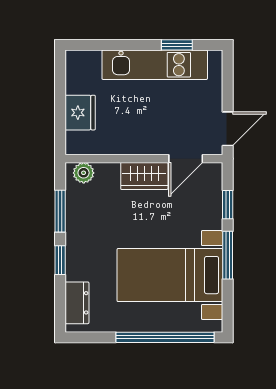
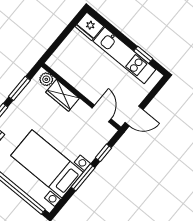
fridge: (80, 113) -> (89, 26), moved, turned 90
door: (186, 159) -> (102, 114), swing flipped
wardrobe: (144, 176) -> (62, 95), moved

